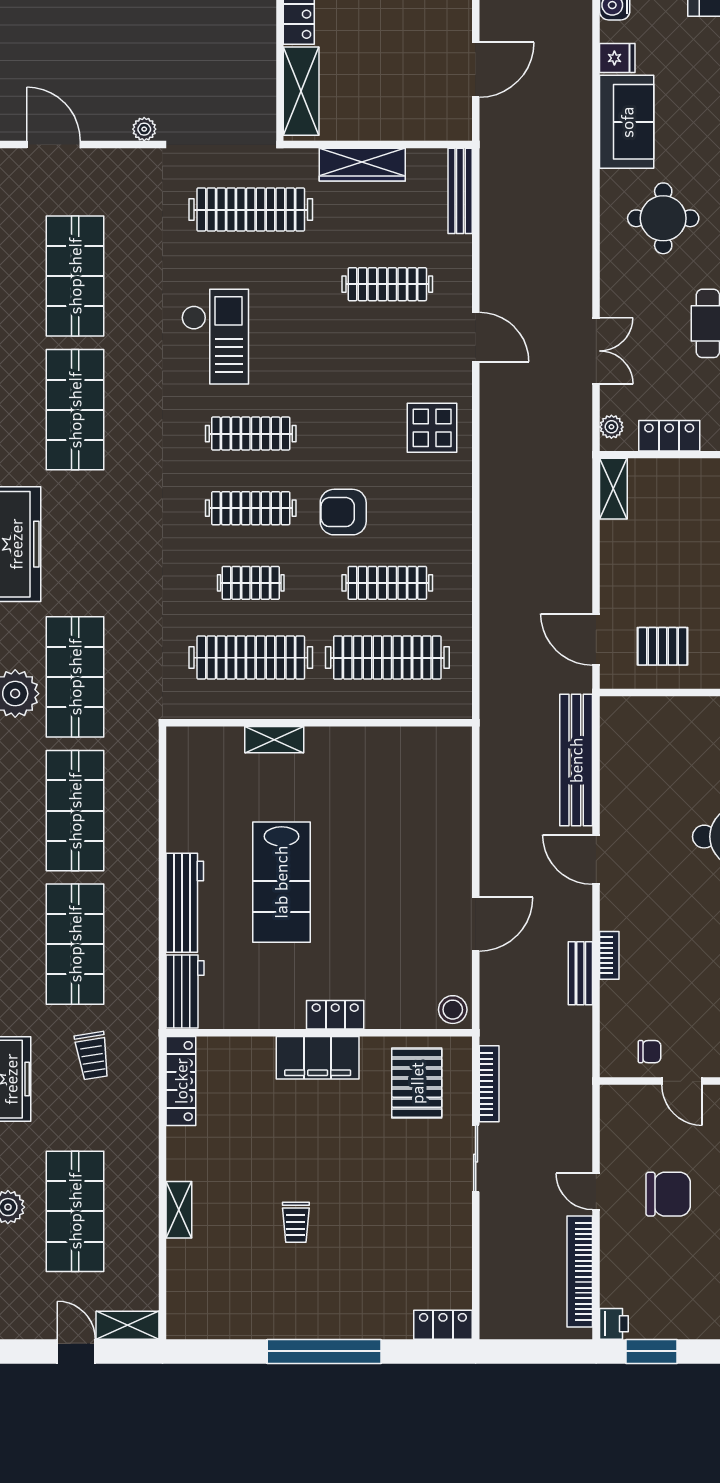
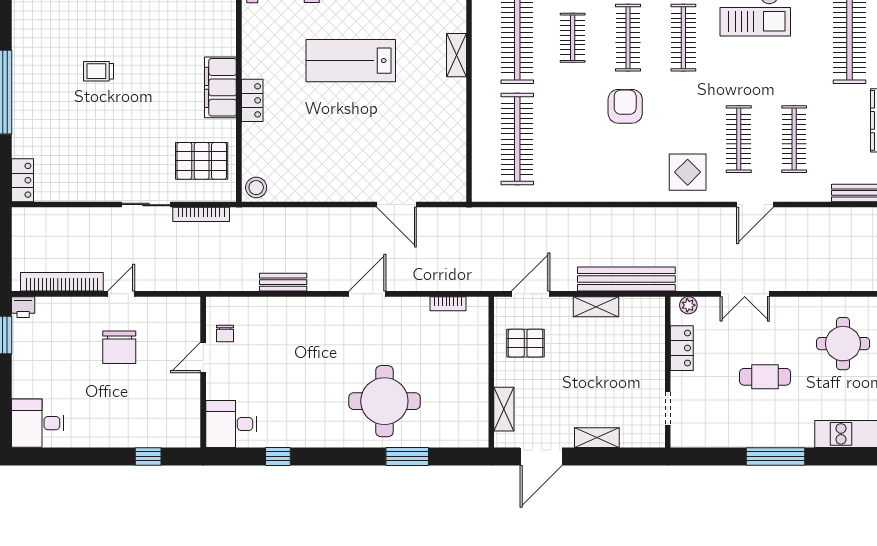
shelving: (613, 489) -> (596, 307), moved
clothes rail: (387, 583) -> (739, 139), moved
pallet: (663, 646) -> (526, 343), turned 90
bench: (576, 760) -> (626, 279), moved
door: (476, 924) -> (397, 205), moved
bookcase: (609, 955) -> (448, 304), moved

